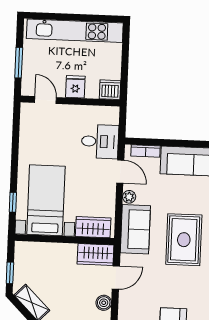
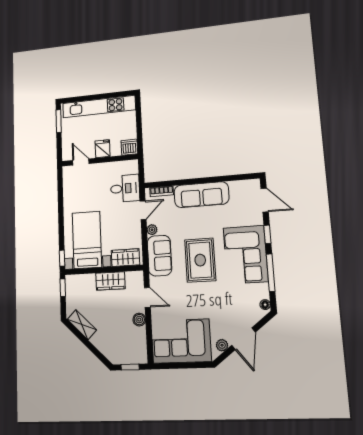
window: (19, 63) -> (59, 121), moved
door: (120, 172) -> (143, 210), hinge flipped
window: (13, 202) -> (62, 258), moved
wardrobe: (95, 255) -> (110, 281), moved
window: (10, 273) -> (63, 288), moved
door: (116, 278) -> (147, 297), hinge flipped

